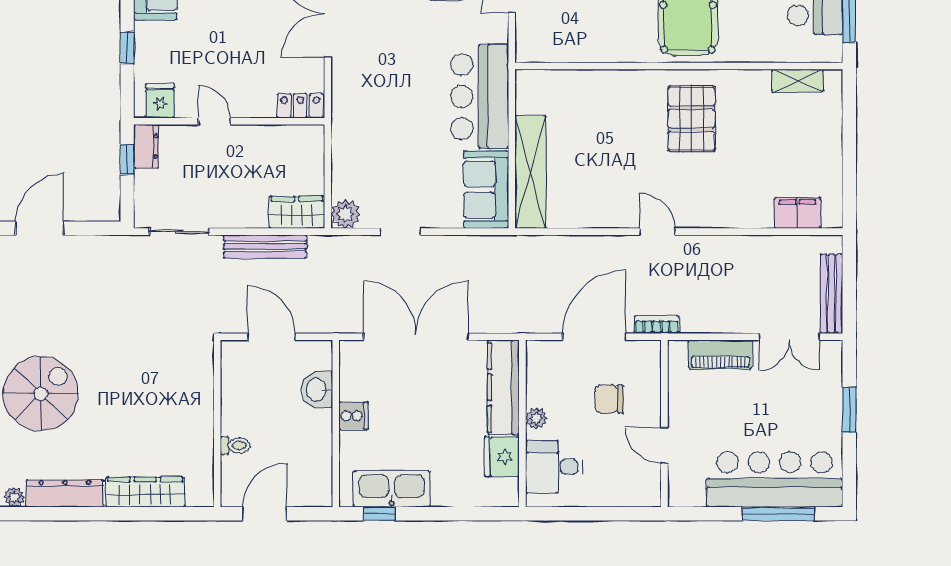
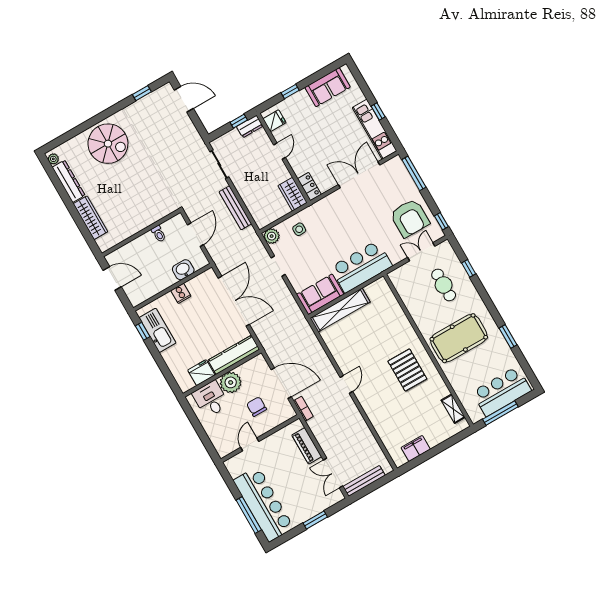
pallet: (691, 119) -> (407, 370), turned 90
side table: (360, 163) -> (299, 229), added
wardrobe: (297, 212) -> (293, 194), moved, turned 180
filing cabinet: (798, 213) -> (416, 448), moved, turned -90
plant: (536, 418) -> (231, 382), width x1.88, depth x1.88
toilet: (235, 446) -> (159, 234), moved

